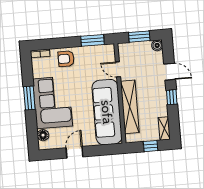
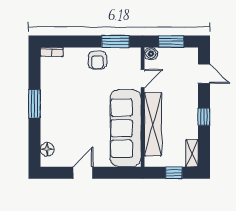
boiler: (157, 45) -> (151, 54), moved
armchair: (66, 59) -> (97, 60), moved, turned -90
door: (118, 69) -> (143, 78), swing flipped
door: (170, 72) -> (204, 74), moved
corner sofa: (53, 102) -> (62, 111), removed

